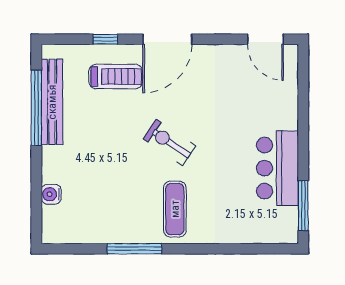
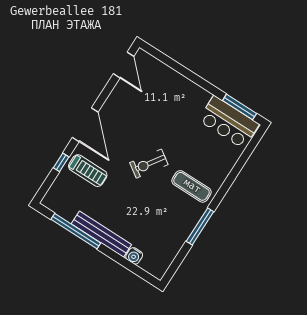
door: (265, 39) -> (124, 65), hinge flipped
treadmill: (116, 76) -> (88, 171), turned 90
bench: (52, 102) -> (101, 234), moved
bar counter: (277, 168) -> (229, 122), moved

